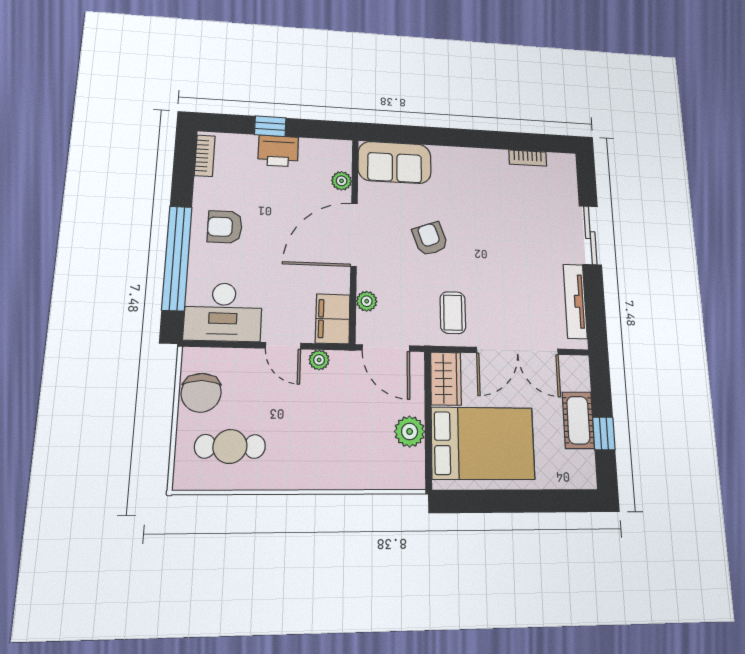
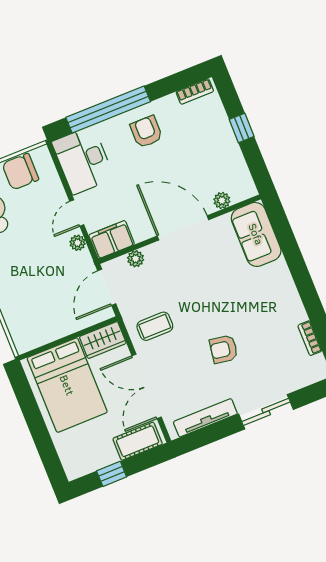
printer: (278, 151) -> (224, 143), removed
armchair: (430, 239) -> (224, 349), moved, turned -151
cot: (578, 420) -> (138, 441), moved
plant: (410, 432) -> (54, 328), removed

